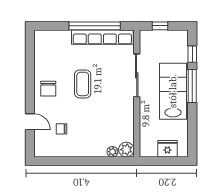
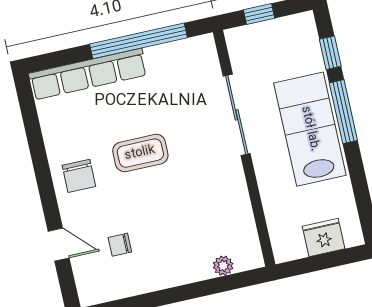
row of seats: (102, 37) -> (88, 74), moved
coffee table: (83, 84) -> (140, 153), turned 90
plant: (126, 150) -> (248, 256), removed

